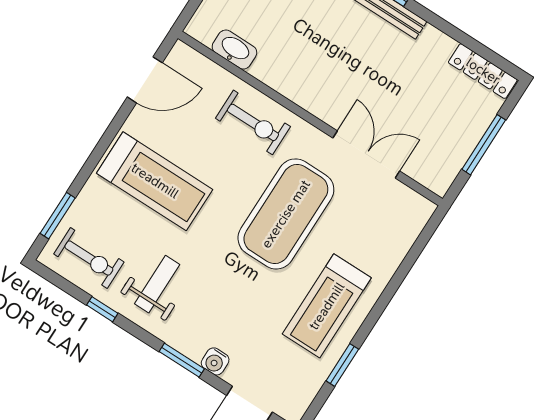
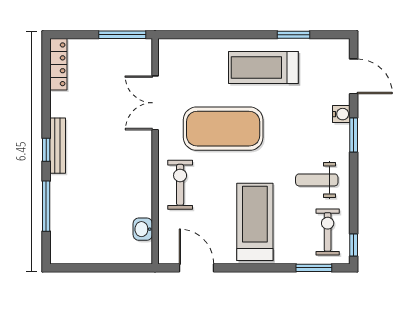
washbasin: (234, 50) -> (143, 229), width x0.72
window: (484, 145) -> (122, 35), moved
treadmill: (327, 306) -> (263, 68), turned 180
window: (102, 309) -> (354, 245), moved

